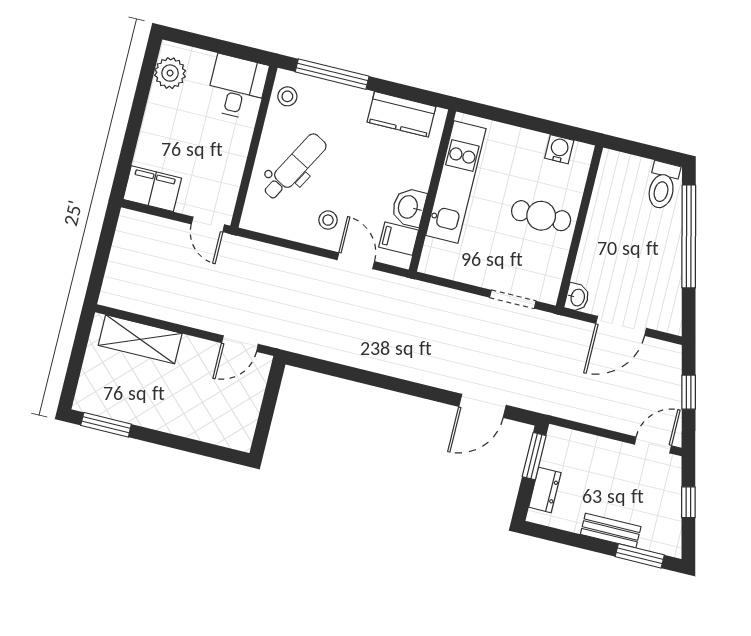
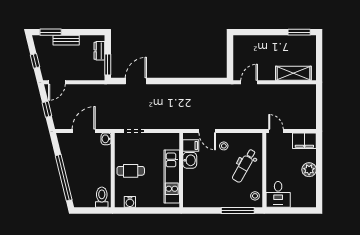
plant: (170, 73) -> (309, 170), moved
kitchen counter: (401, 114) -> (203, 200), removed
toilet: (662, 185) -> (102, 197), moved

